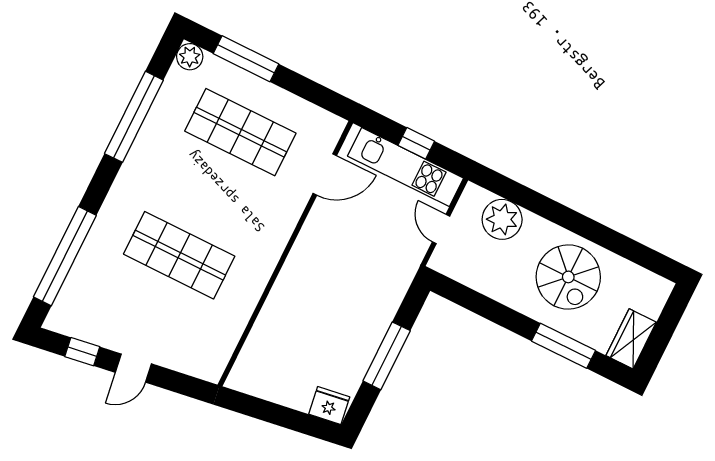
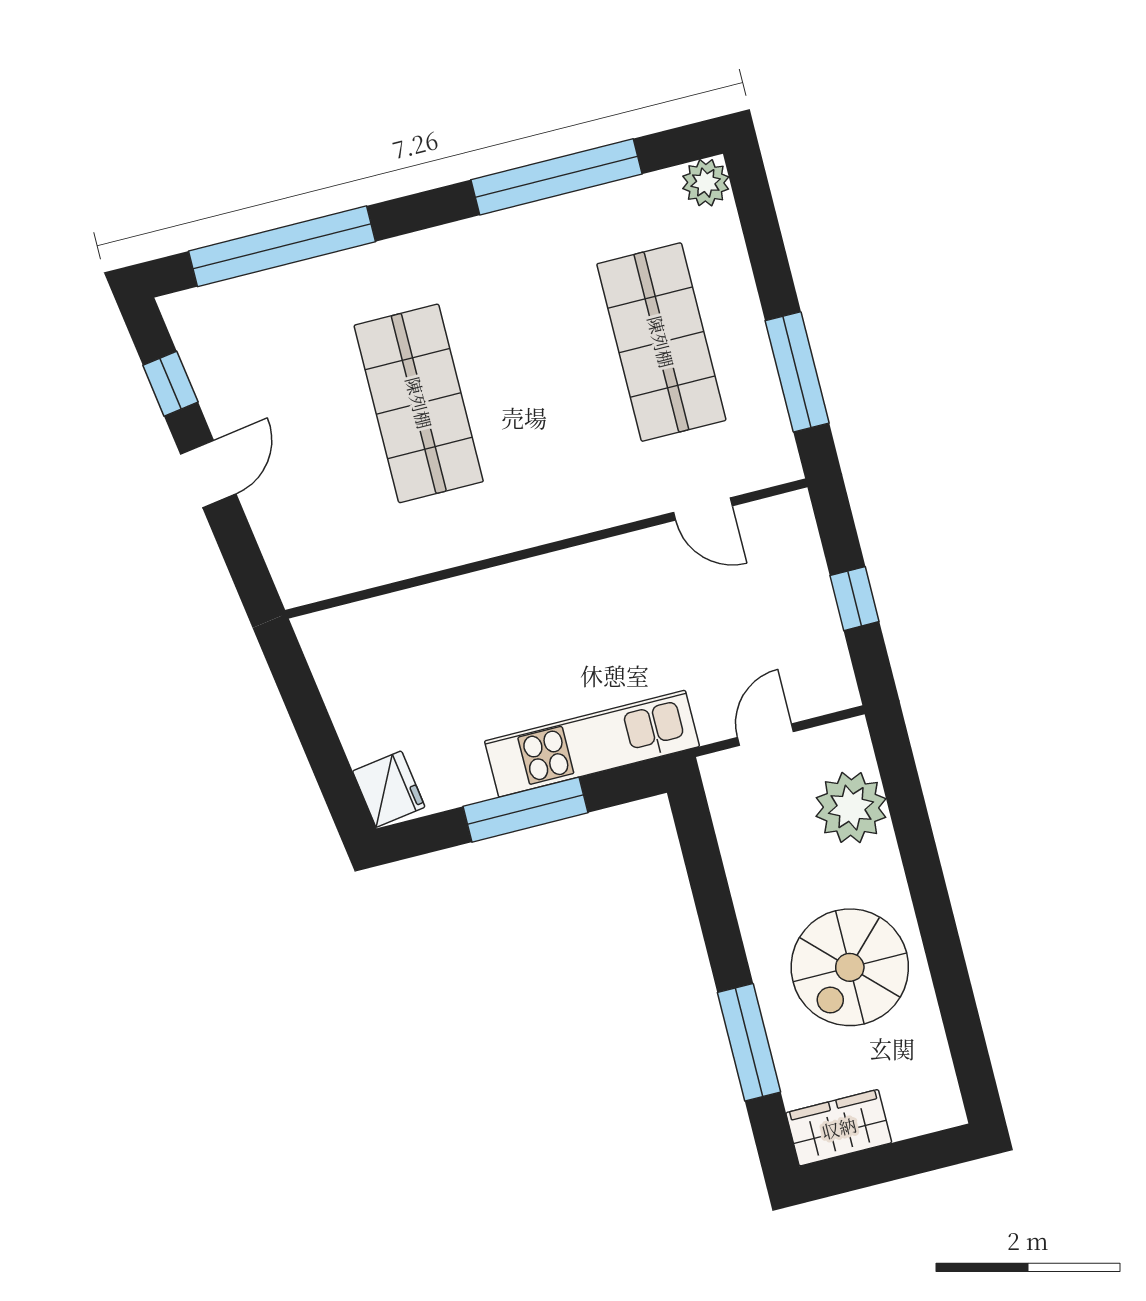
window: (246, 59) -> (797, 372), moved
kitchen unit: (406, 167) -> (592, 744), moved, turned 90
door: (325, 174) -> (703, 509), width x0.73
door: (133, 368) -> (208, 474), swing flipped

